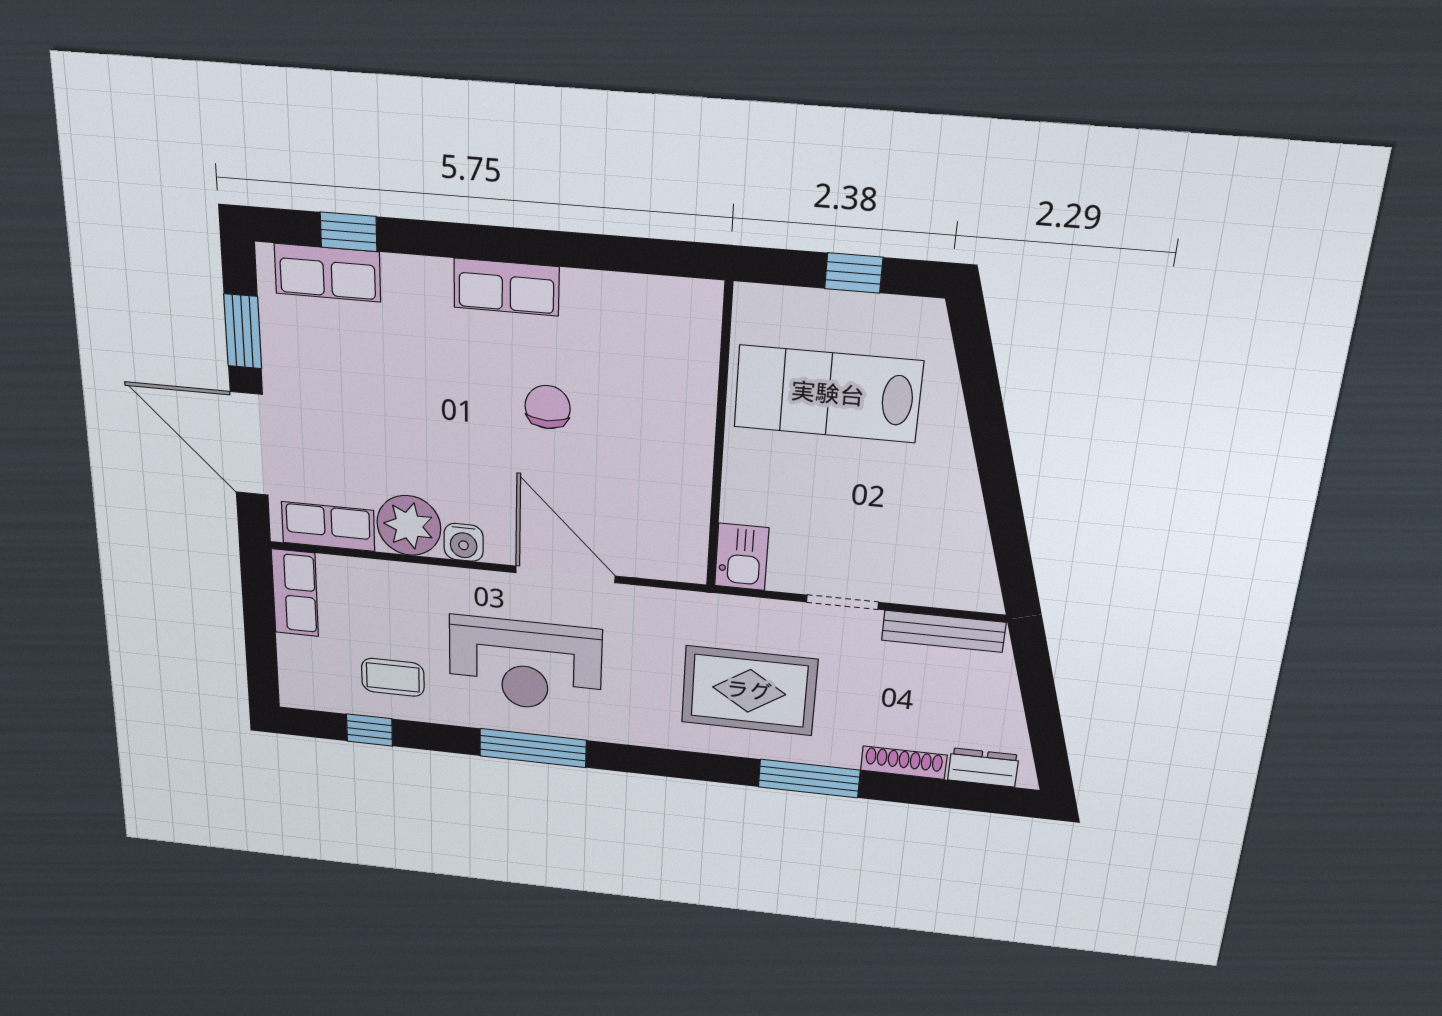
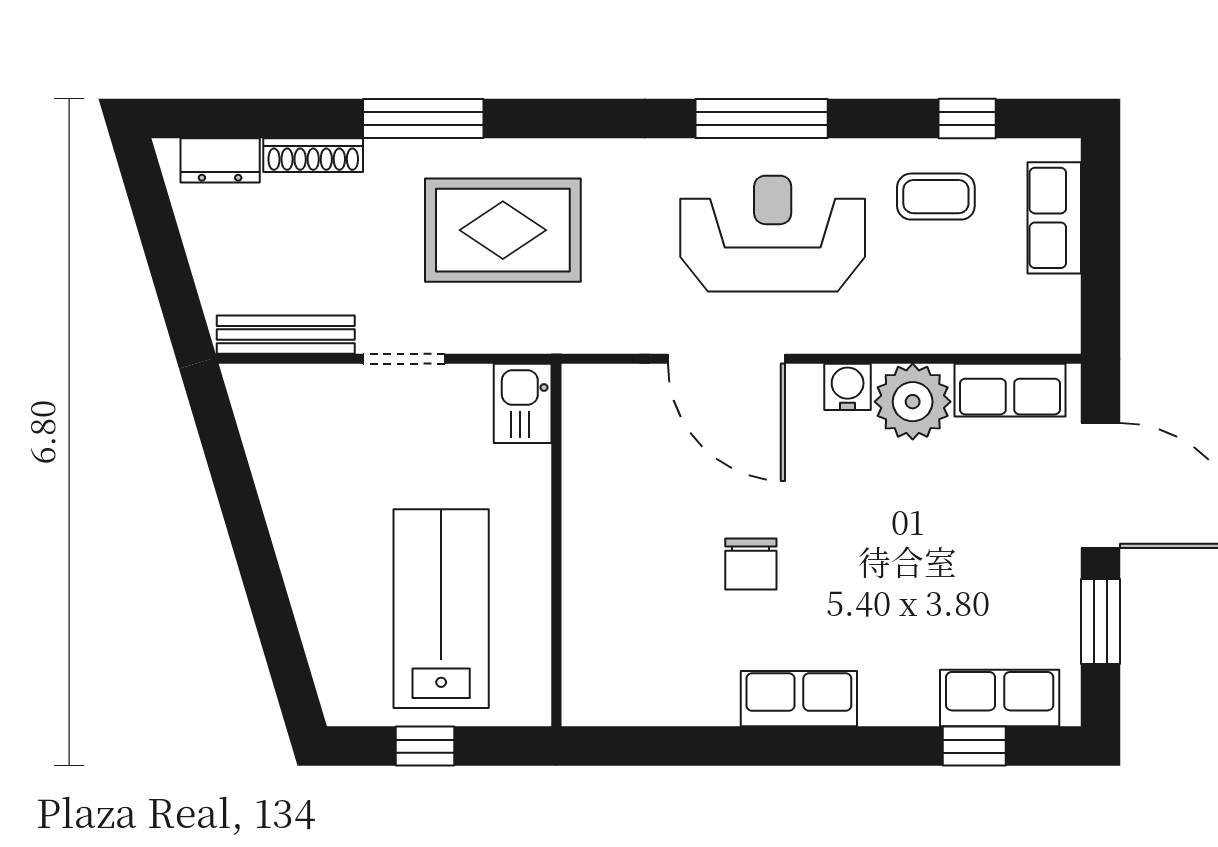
lab bench: (828, 394) -> (441, 609), turned -90
row of seats: (295, 593) -> (1054, 218), moved

